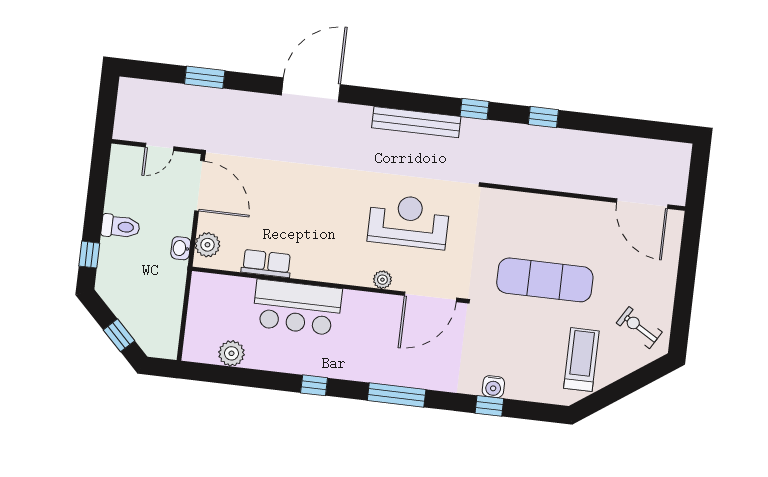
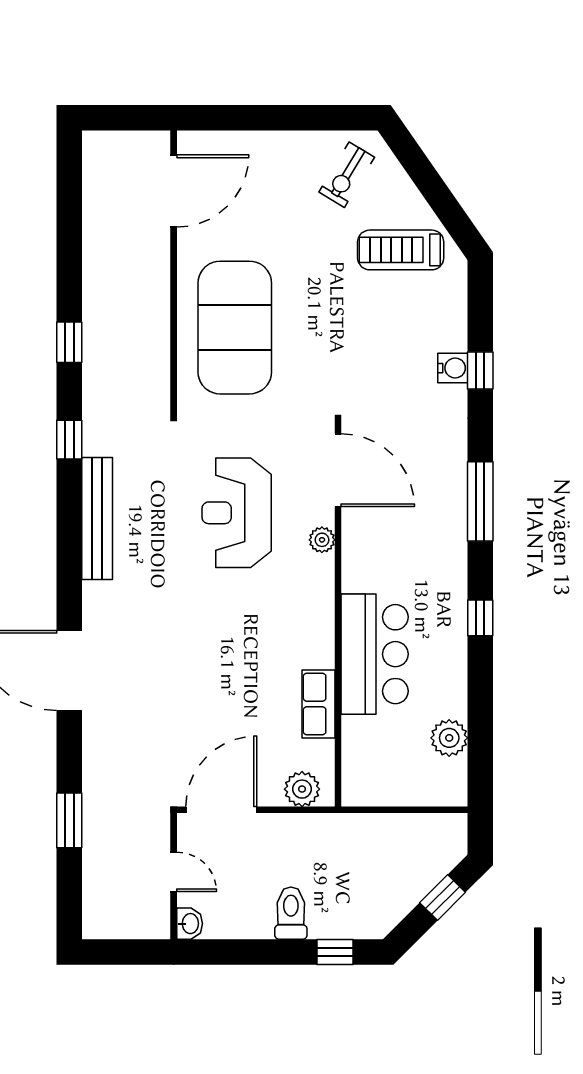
washbasin: (181, 248) -> (190, 924), moved, turned -90
exercise mat: (545, 280) -> (235, 328), moved, width x1.47

